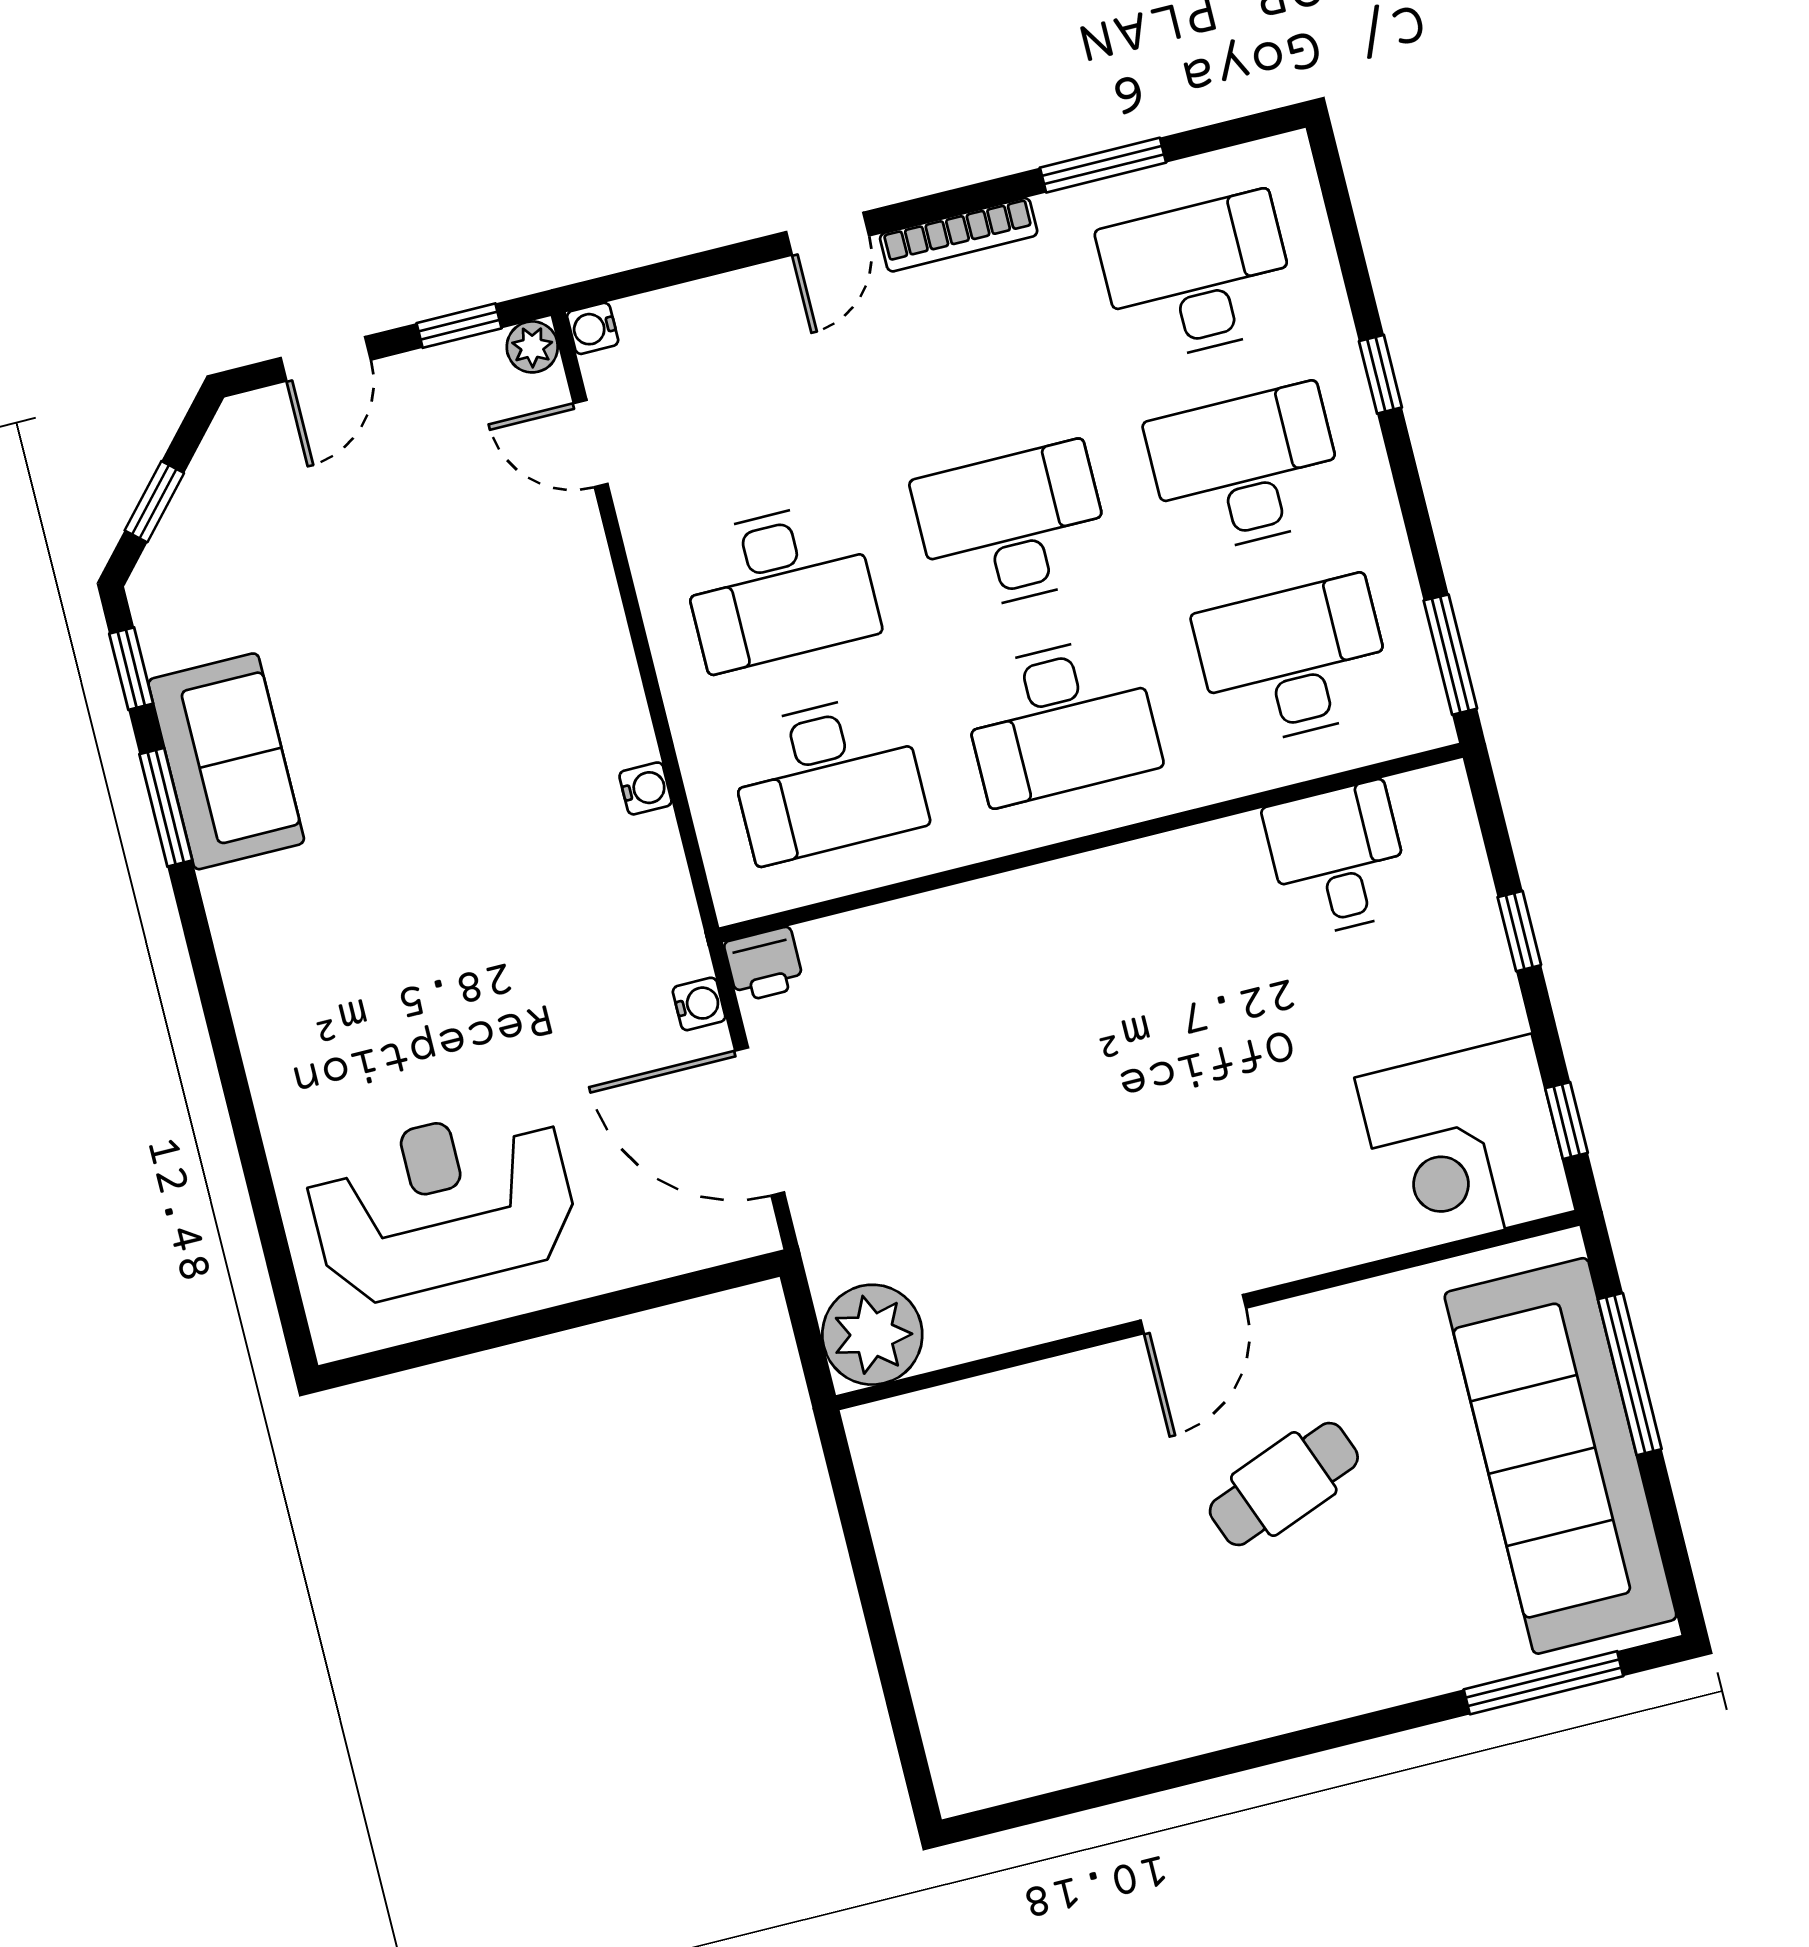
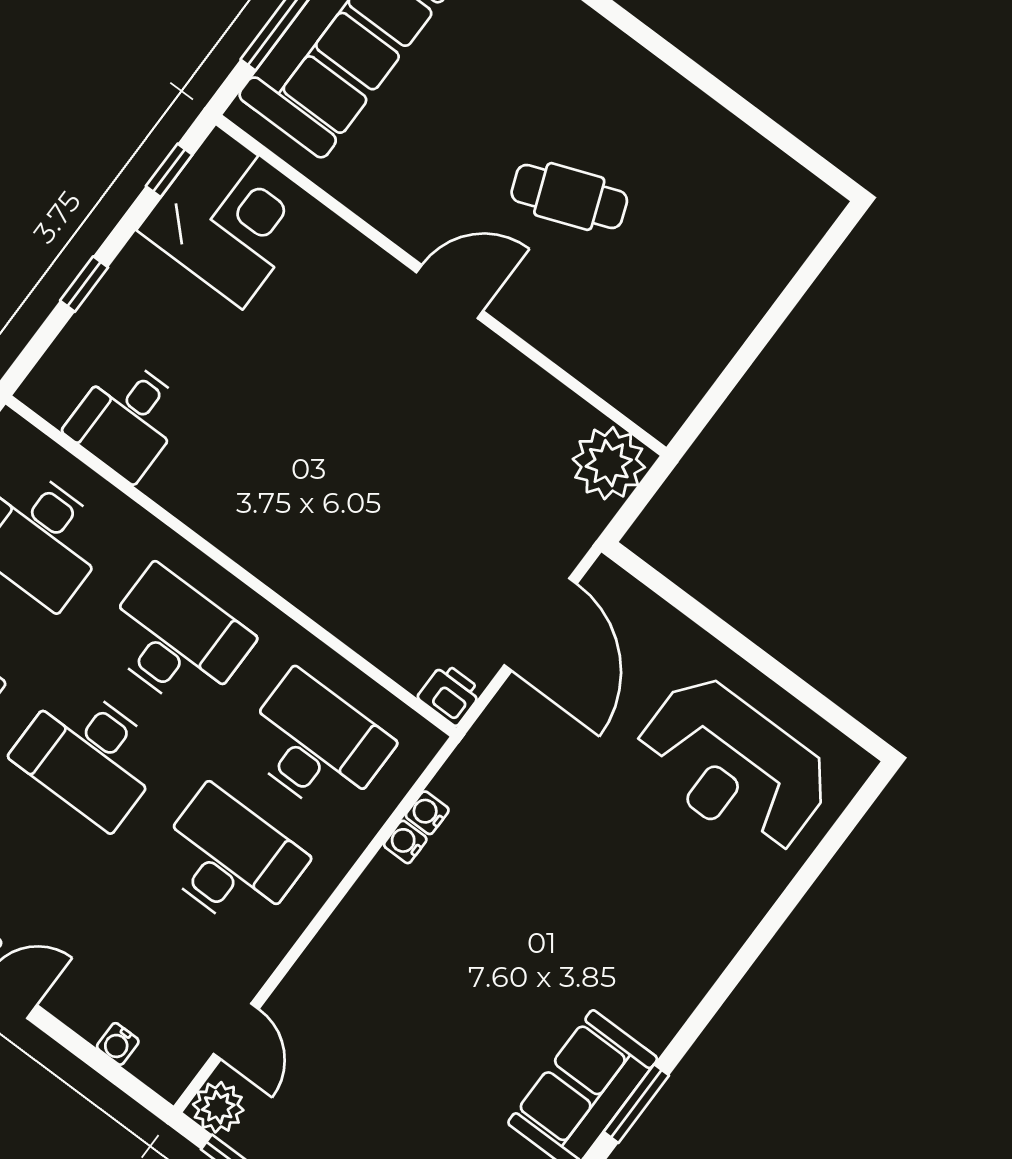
water cooler: (593, 328) -> (118, 1044), moved, turned 90
plant: (532, 347) -> (218, 1107), width x1.38, depth x1.38
water cooler: (699, 1004) -> (427, 813), moved
cafe table: (1284, 1484) -> (569, 197), moved

